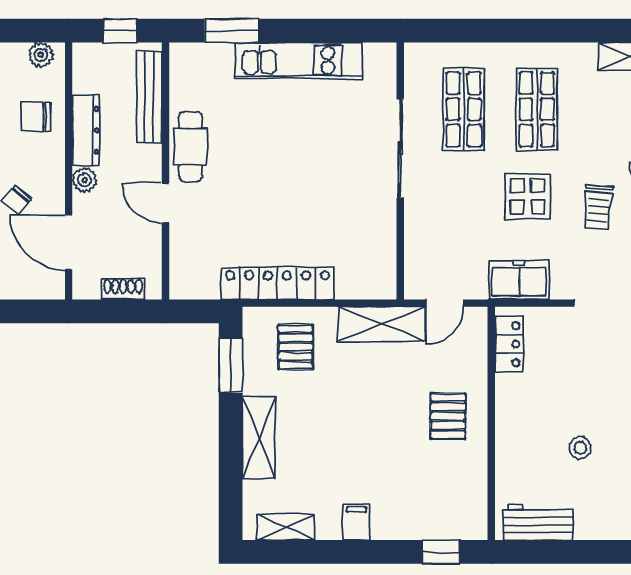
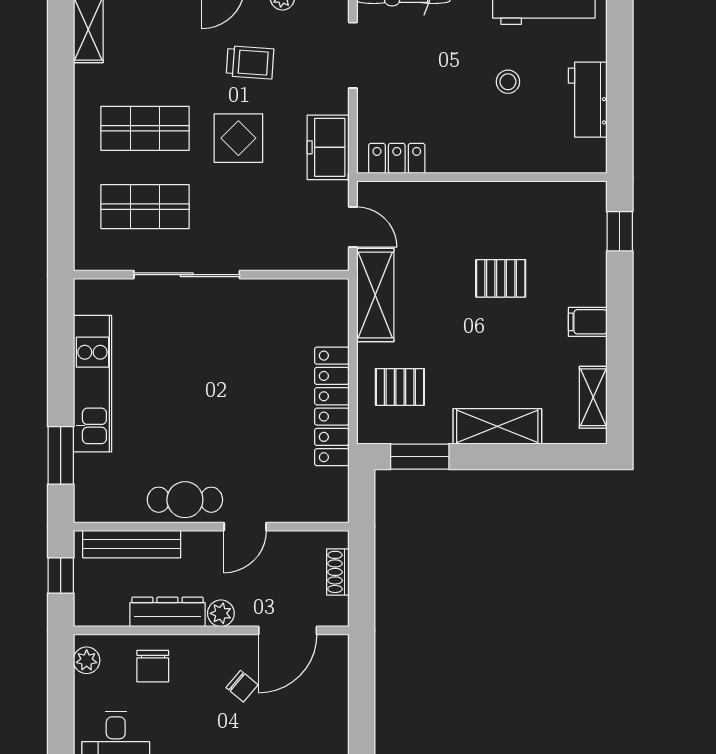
pallet: (448, 416) -> (501, 278), moved
workbench: (538, 522) -> (588, 100), moved

